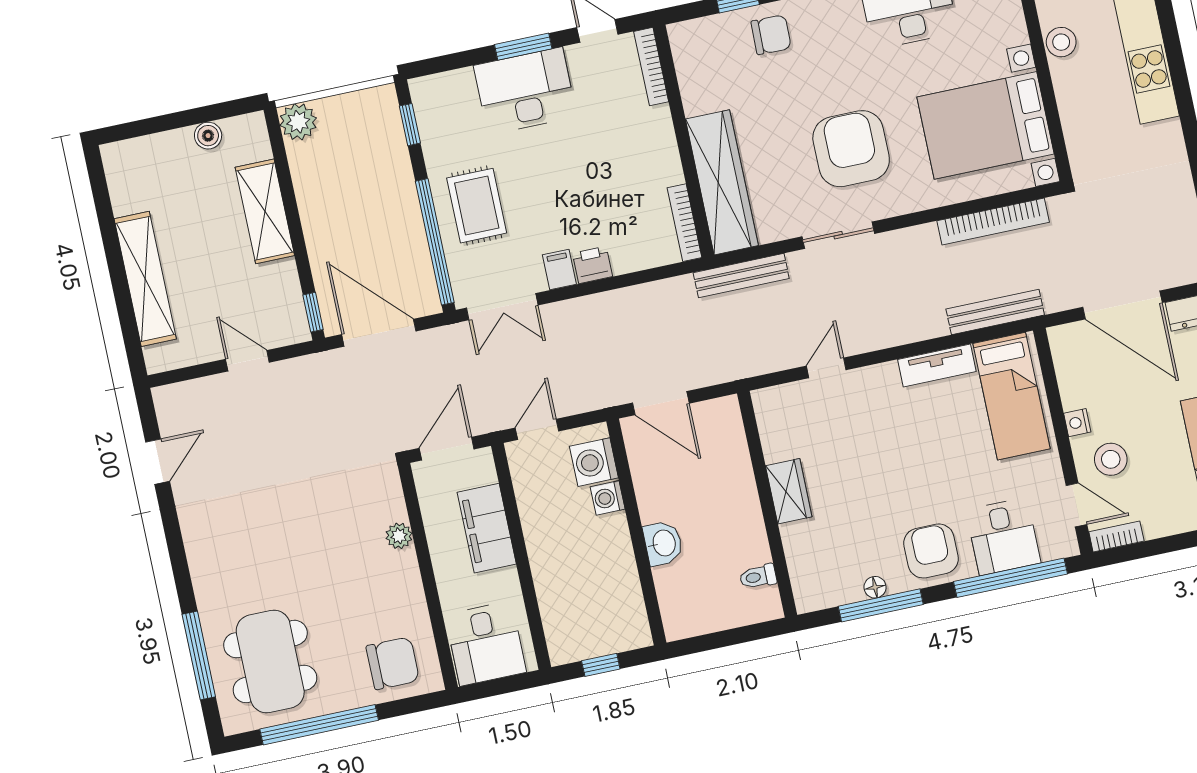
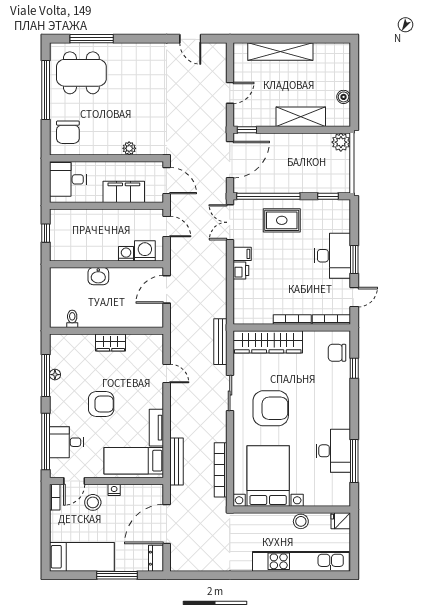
chair: (771, 35) -> (337, 353), moved, turned 89
bookcase: (684, 223) -> (292, 320), moved
armchair: (931, 551) -> (101, 404), moved

